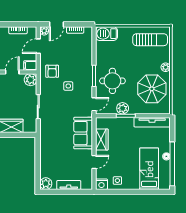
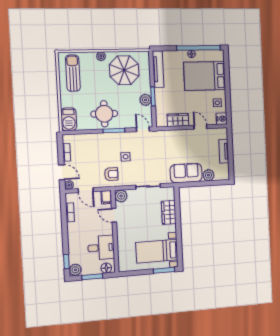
round table: (112, 81) -> (104, 114), moved
sofa: (83, 133) -> (186, 173), moved, turned 180
bed: (149, 169) -> (205, 76), width x1.50
plant: (46, 184) -> (209, 175), moved

